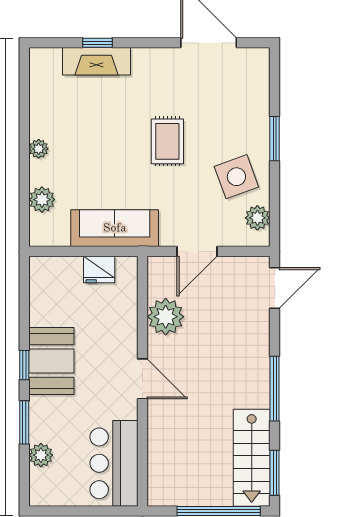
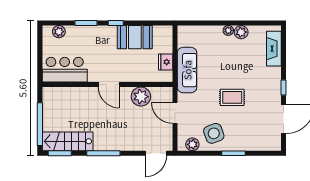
window: (97, 43) -> (283, 87), moved
fireplace: (96, 61) -> (274, 49), moved
plant: (42, 200) -> (241, 32), moved
door: (275, 288) -> (156, 153), hinge flipped
booth: (51, 361) -> (135, 37), moved
door: (142, 379) -> (109, 85), hinge flipped
plant: (41, 455) -> (59, 32), moved

